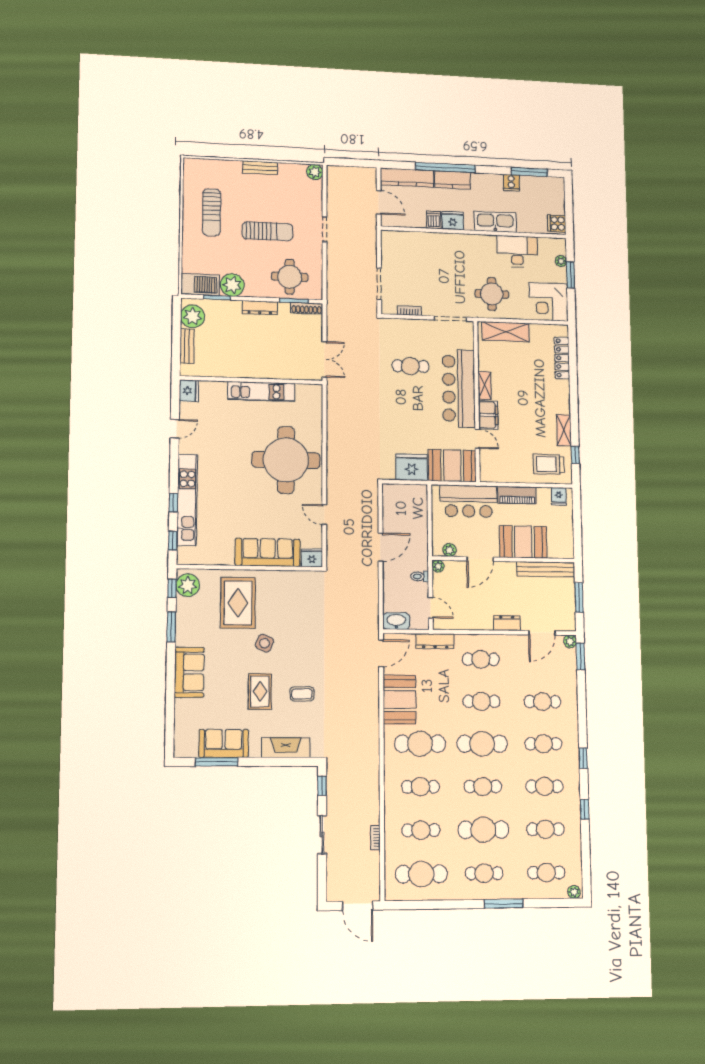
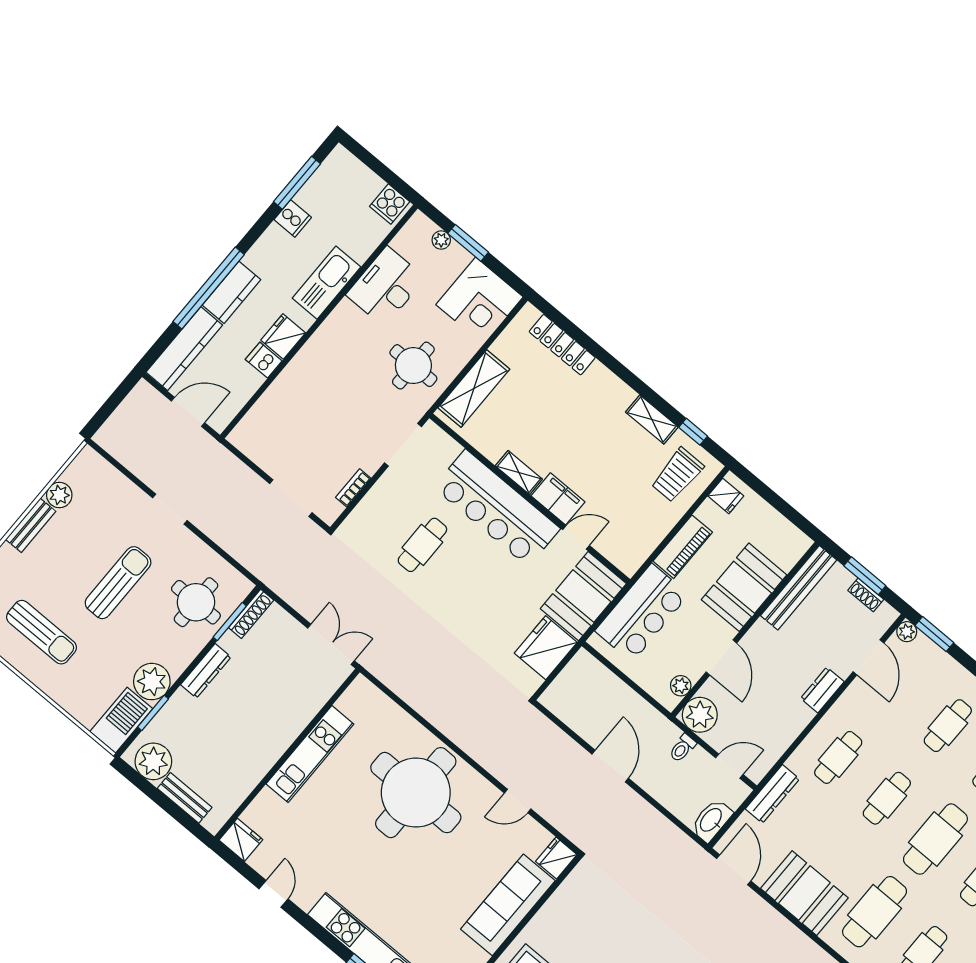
plant: (315, 172) -> (59, 495), moved
plant: (438, 566) -> (700, 715), width x1.88, depth x1.88
shoe rack: (570, 606) -> (866, 595), added

